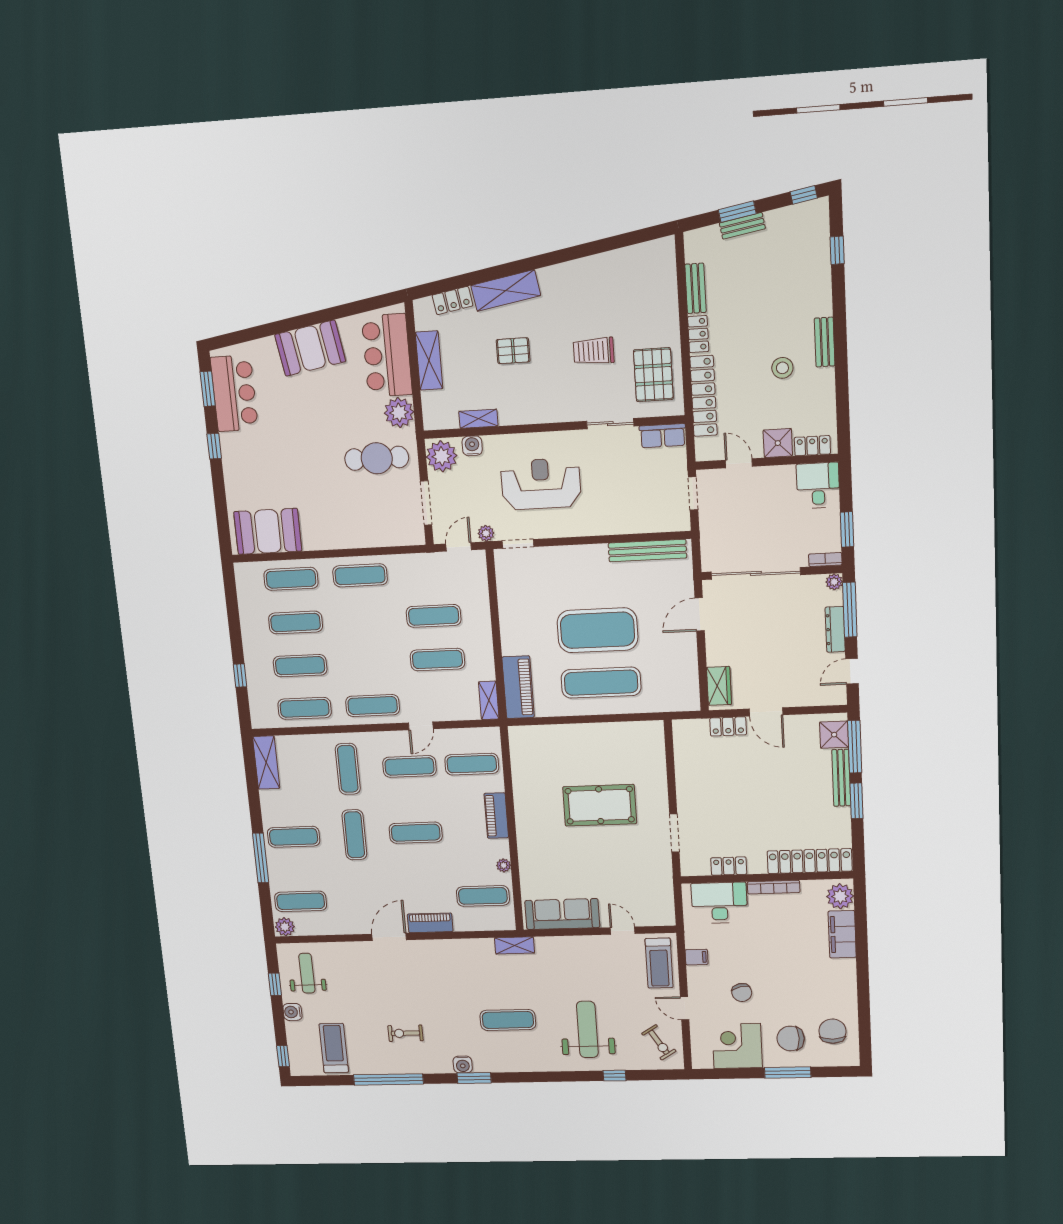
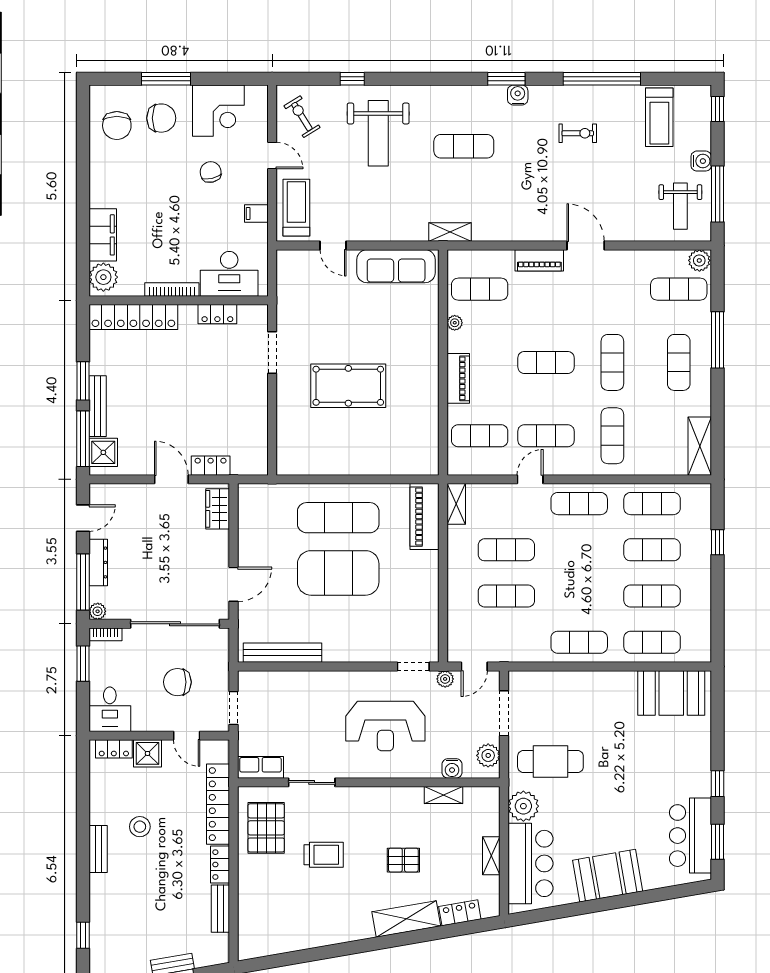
shelving: (429, 361) -> (491, 856), width x0.67, depth x0.75
plant: (442, 456) -> (488, 755), width x0.73, depth x0.73
chair: (751, 516) -> (177, 682), added
exercise mat: (294, 837) -> (679, 362), turned 90
door: (389, 937) -> (586, 246), swing flipped
window: (275, 984) -> (717, 194), width x2.17

